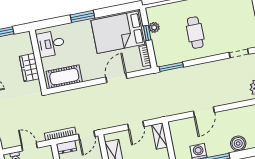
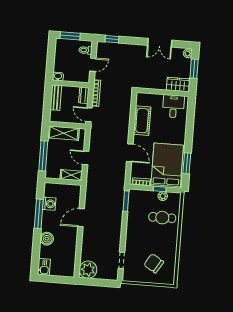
window: (83, 16) -> (187, 163), moved
chair: (232, 16) -> (154, 263), added
cafe table: (195, 33) -> (162, 218), moved
wardrobe: (29, 68) -> (178, 84), moved
cot: (64, 77) -> (142, 121), moved
door: (204, 112) -> (81, 218), hinge flipped

